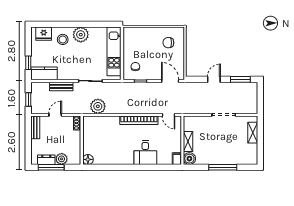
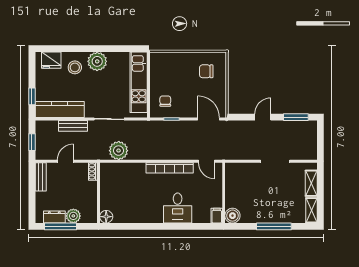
kitchen counter: (44, 73) -> (60, 110), width x1.50
shelving: (188, 142) -> (311, 210), moved

